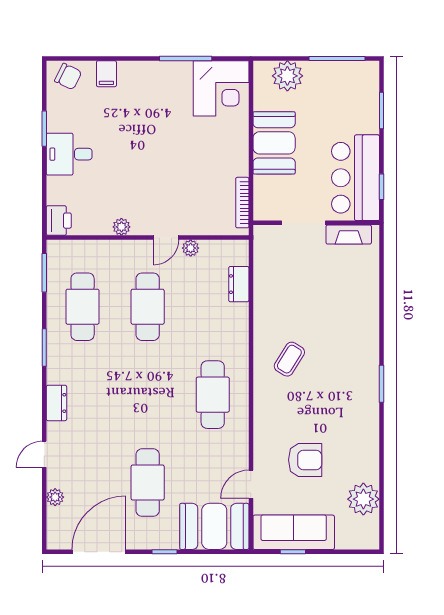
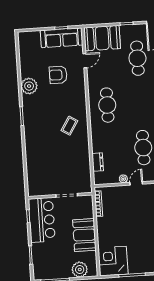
fireplace: (349, 235) -> (43, 191), removed
plant: (363, 499) -> (29, 86), moved

